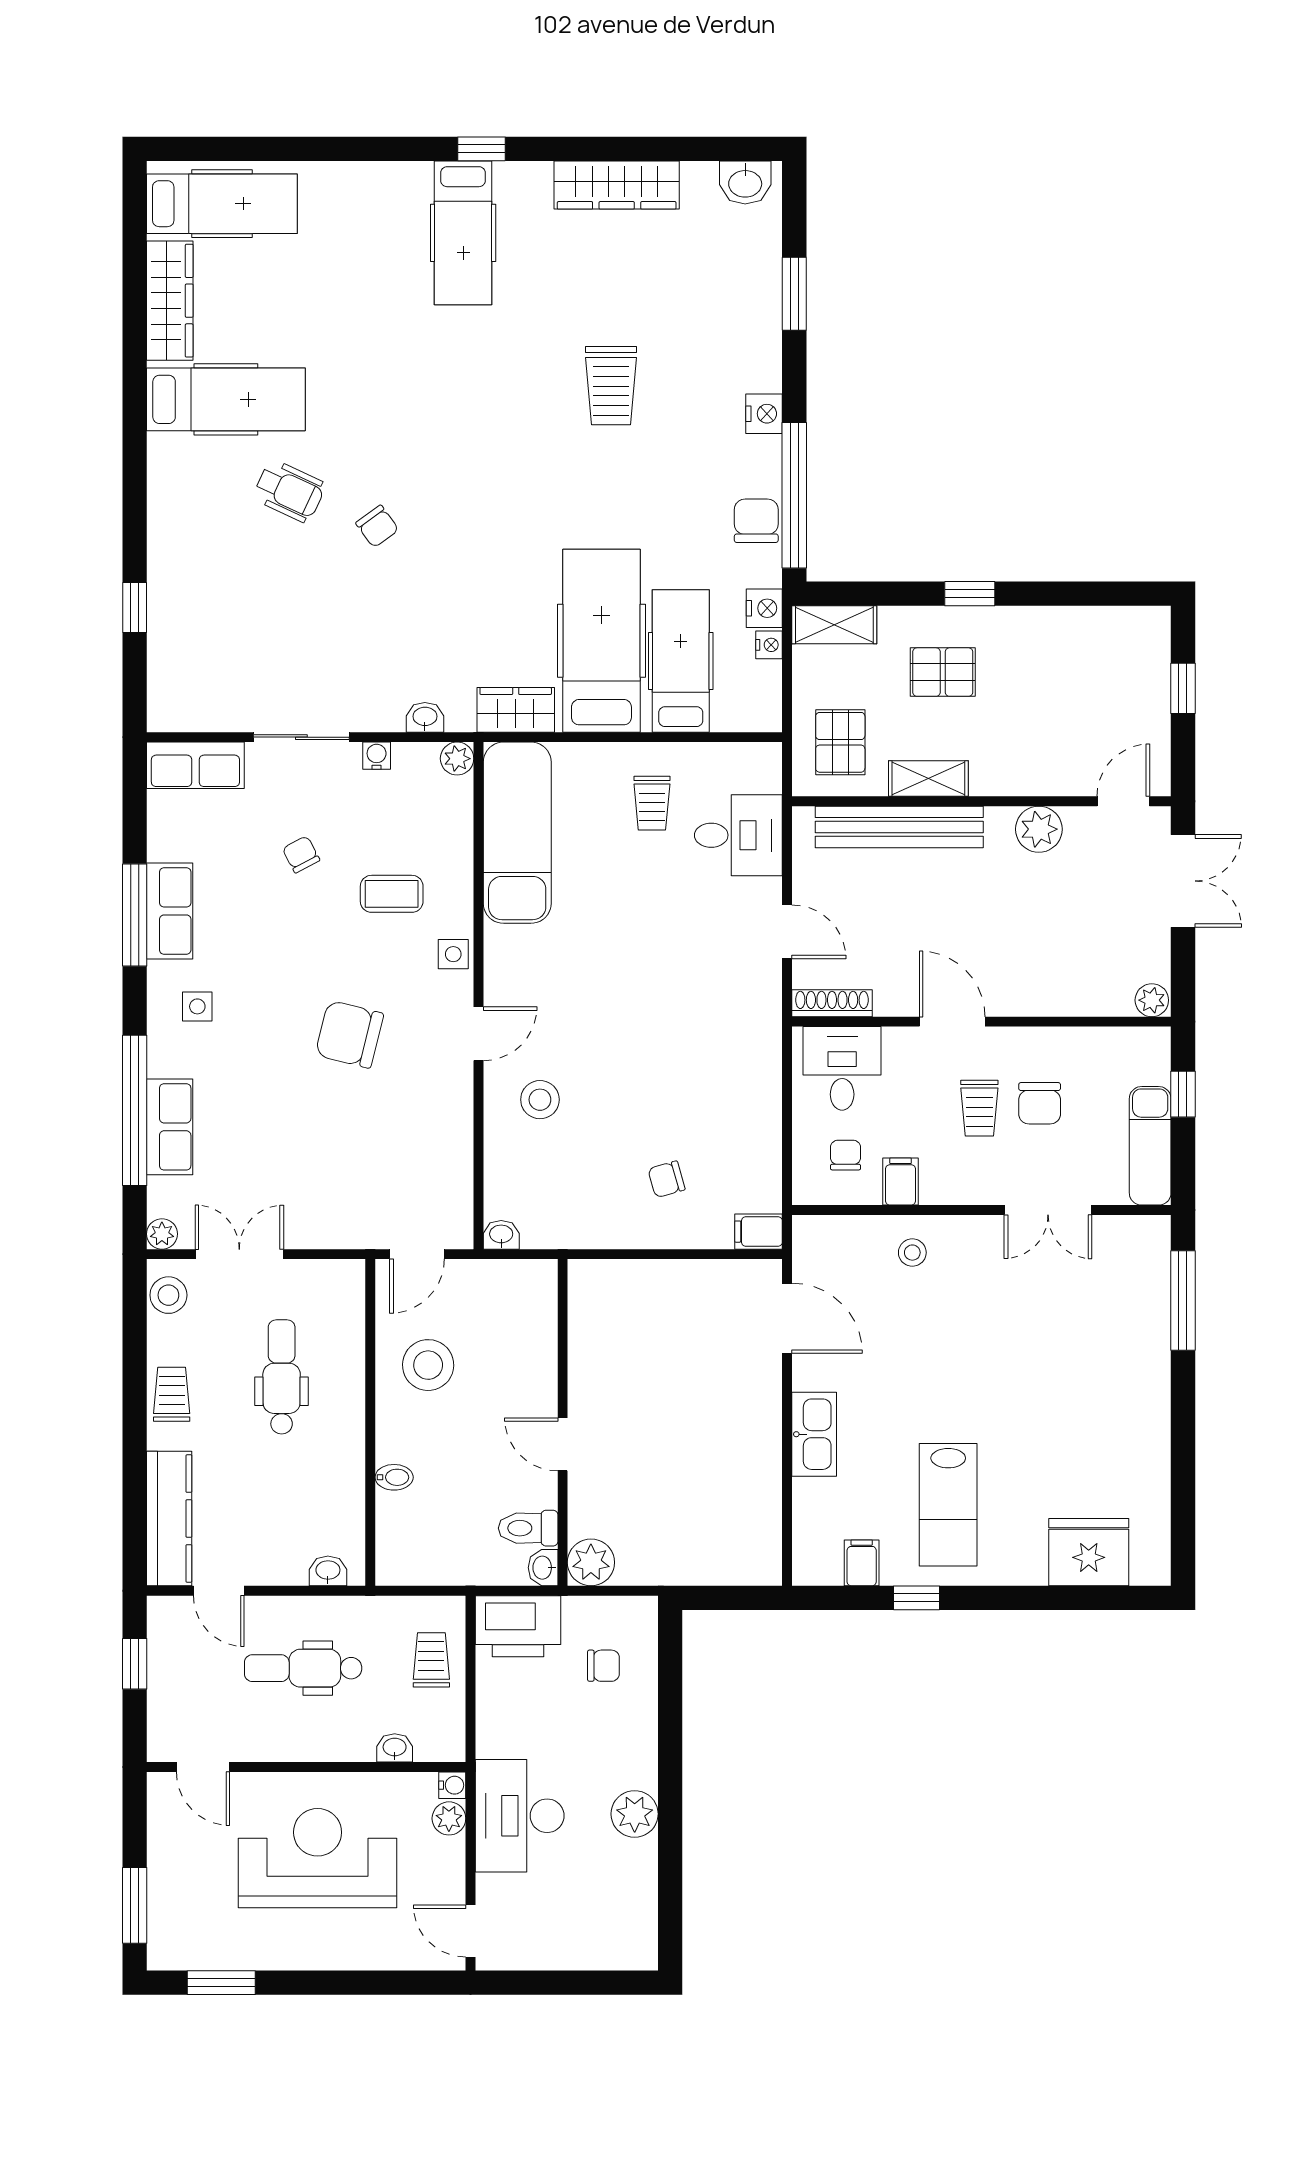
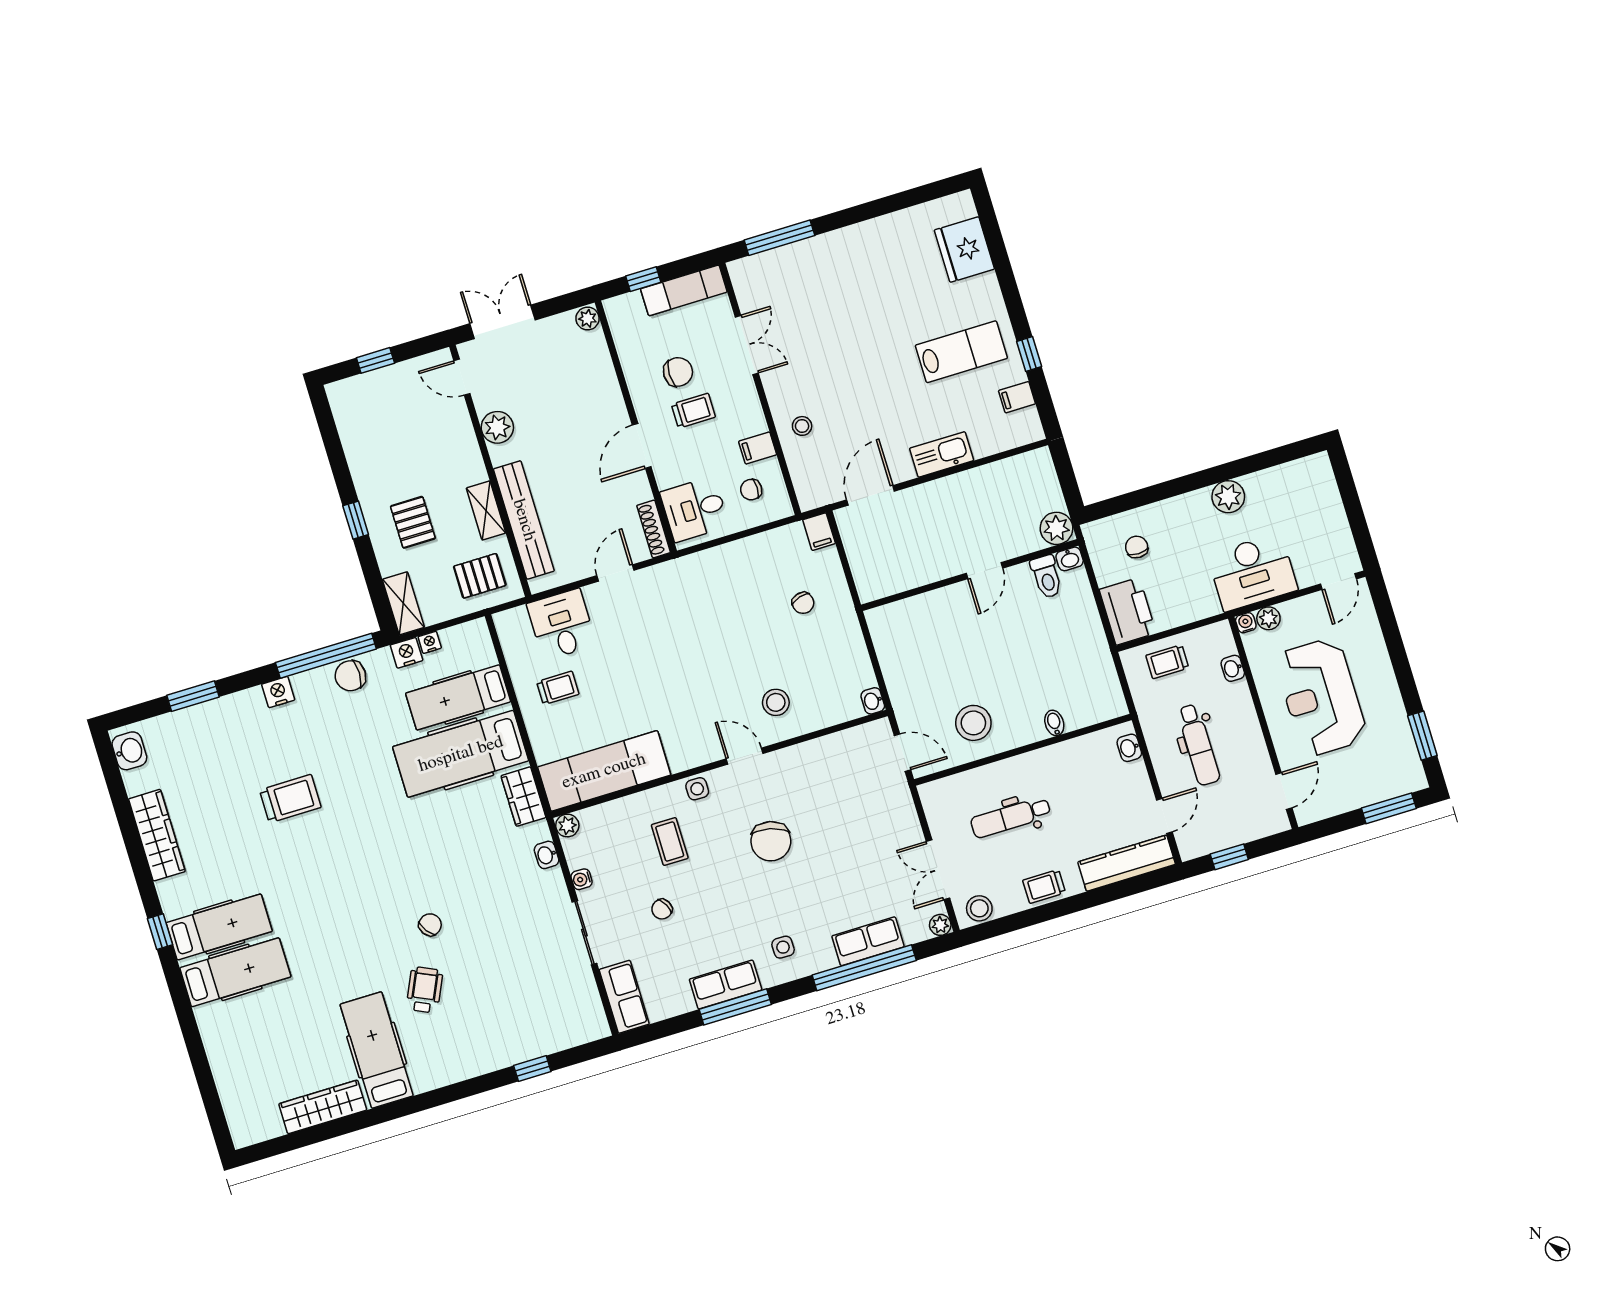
hospital bed: (222, 204) -> (235, 972), moved, turned 90
wall: (563, 1422) -> (970, 575), moved
door: (563, 1444) -> (984, 571), moved
toilet: (528, 1528) -> (1047, 577), moved
plant: (591, 1562) -> (1057, 528), moved
washbasin: (543, 1568) -> (1070, 559), moved

